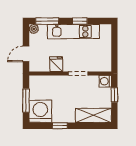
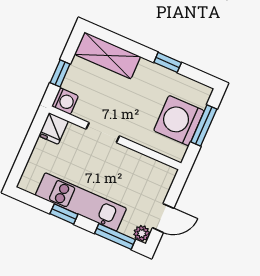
door: (26, 54) -> (163, 218), moved
fridge: (56, 64) -> (54, 128), moved
washing machine: (40, 111) -> (179, 121), moved, turned 90

